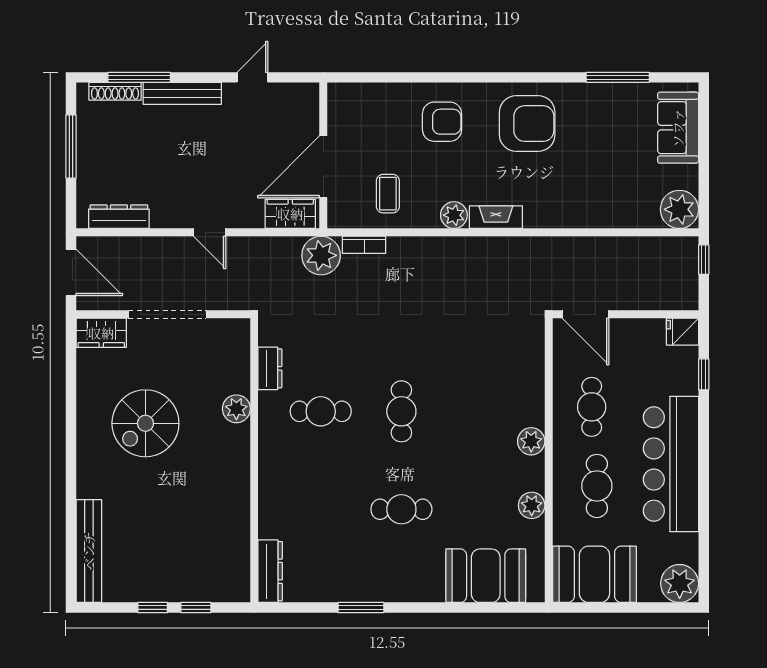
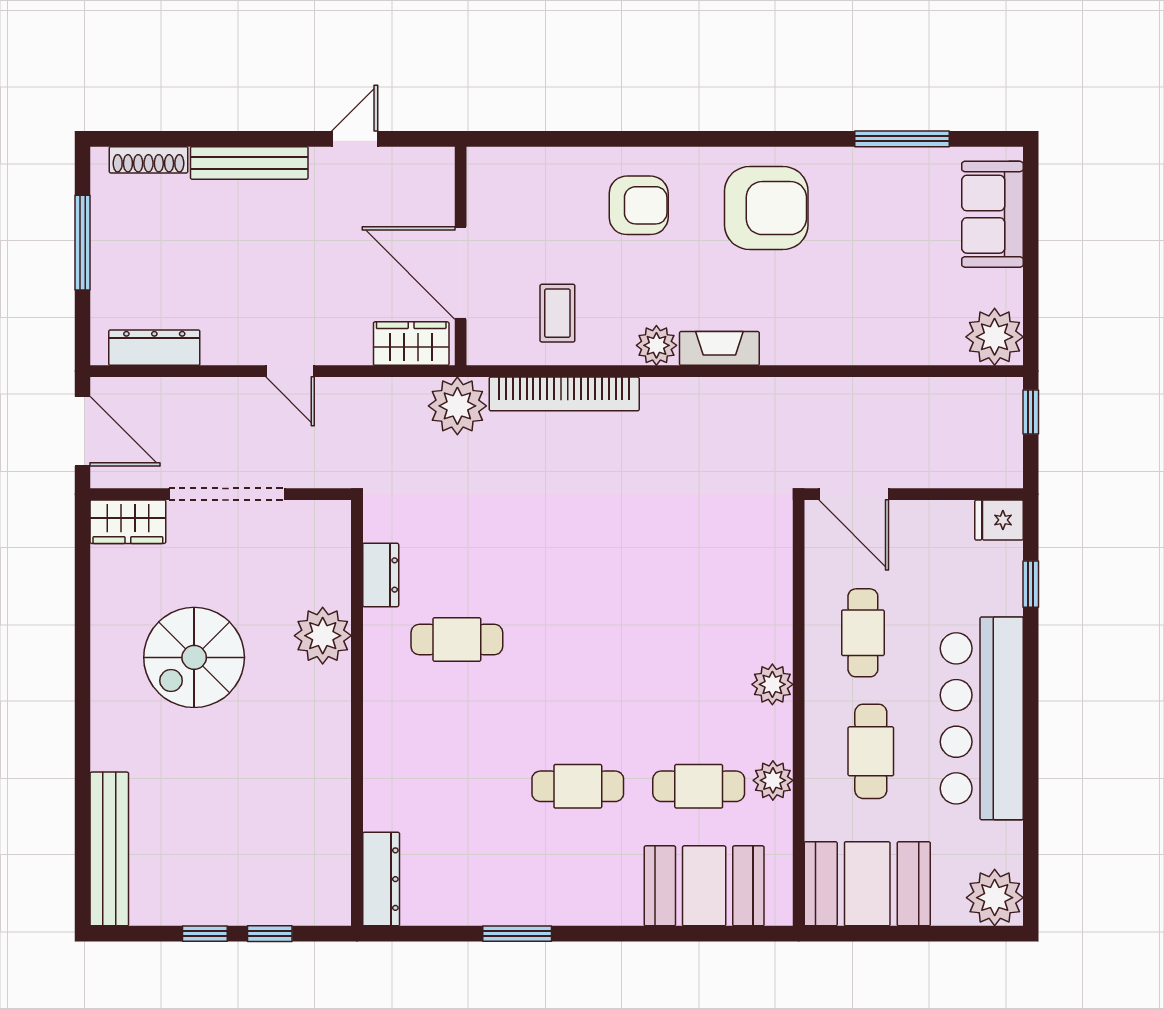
window: (139, 77) -> (185, 139), removed
door: (323, 167) -> (461, 273), hinge flipped
bookcase: (364, 245) -> (564, 394), width x2.31, depth x1.31
plant: (236, 409) -> (323, 636), width x1.36, depth x1.36
cafe table: (401, 411) -> (699, 786), moved, turned 90

